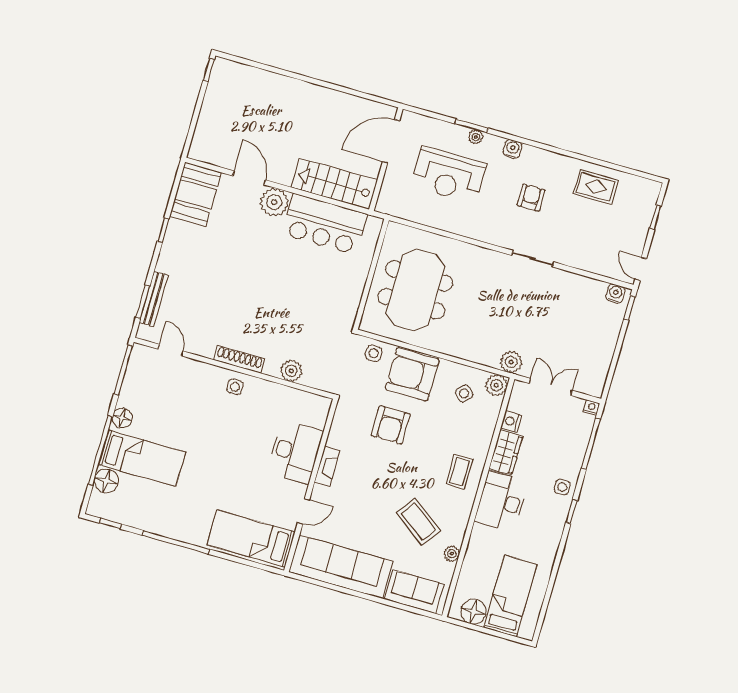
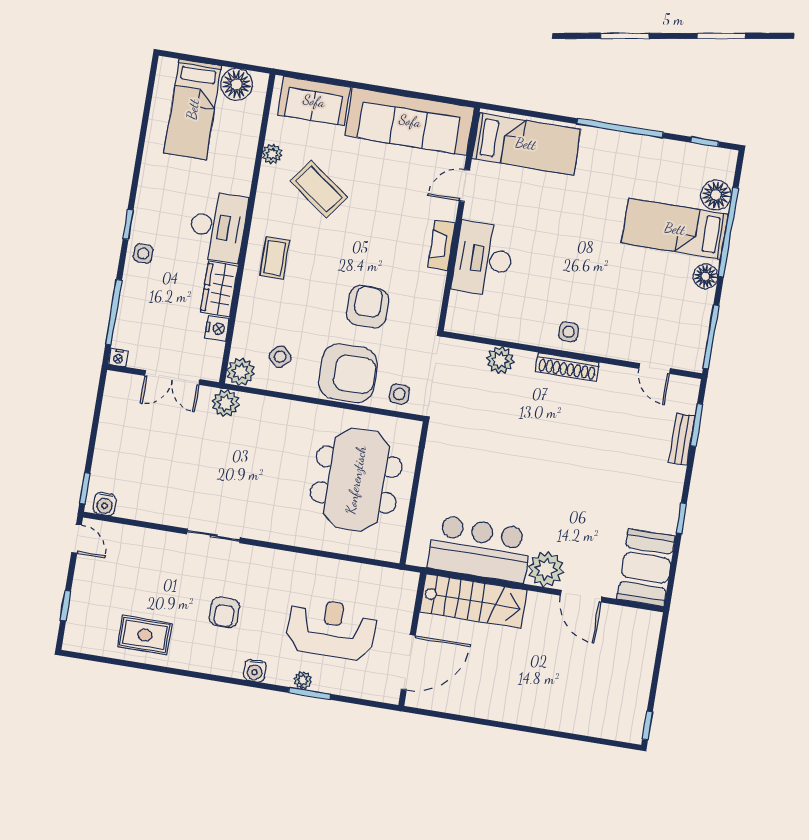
bench: (154, 299) -> (682, 439), width x0.73

